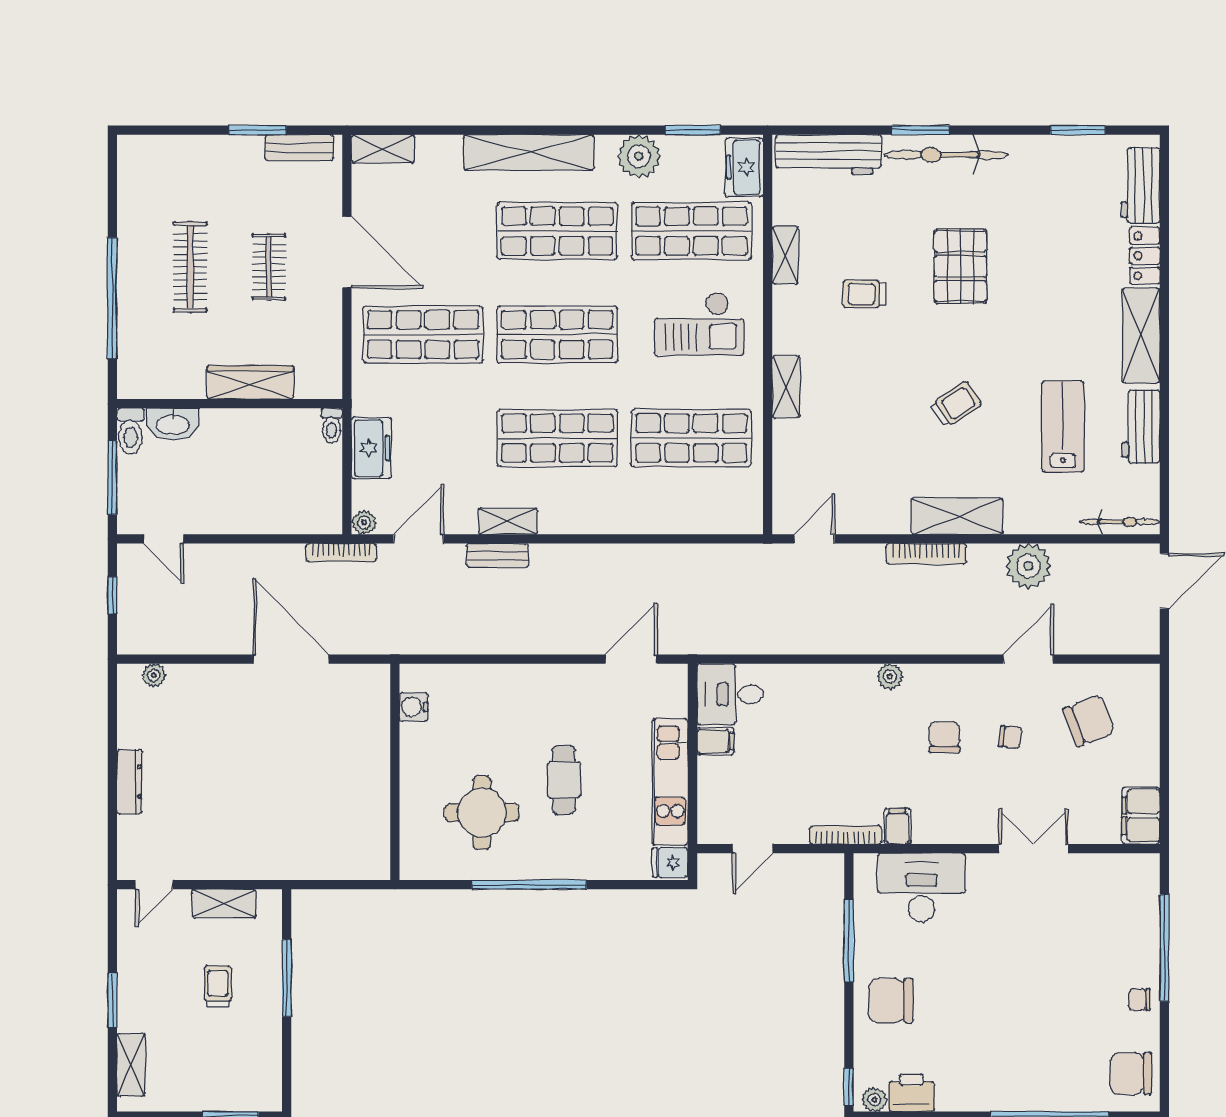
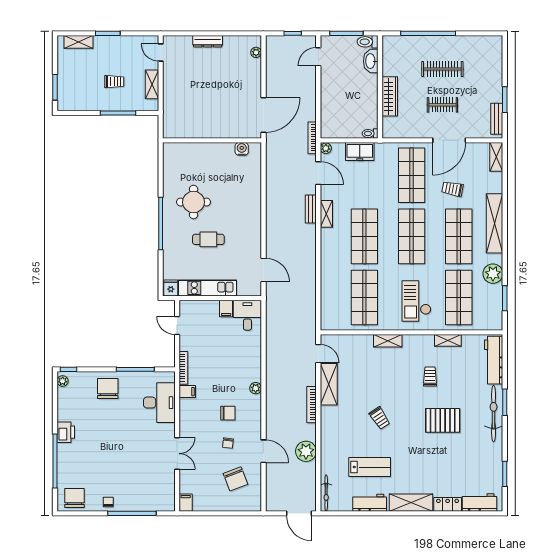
freezer: (744, 167) -> (488, 322), removed
trolley: (453, 245) -> (453, 189), added
shelving: (957, 516) -> (329, 384), moved
water cooler: (414, 707) -> (242, 149), moved
wall: (395, 772) -> (212, 140), moved
filing cabinet: (1141, 816) -> (186, 503), width x0.50
printer: (912, 1093) -> (66, 432), moved

